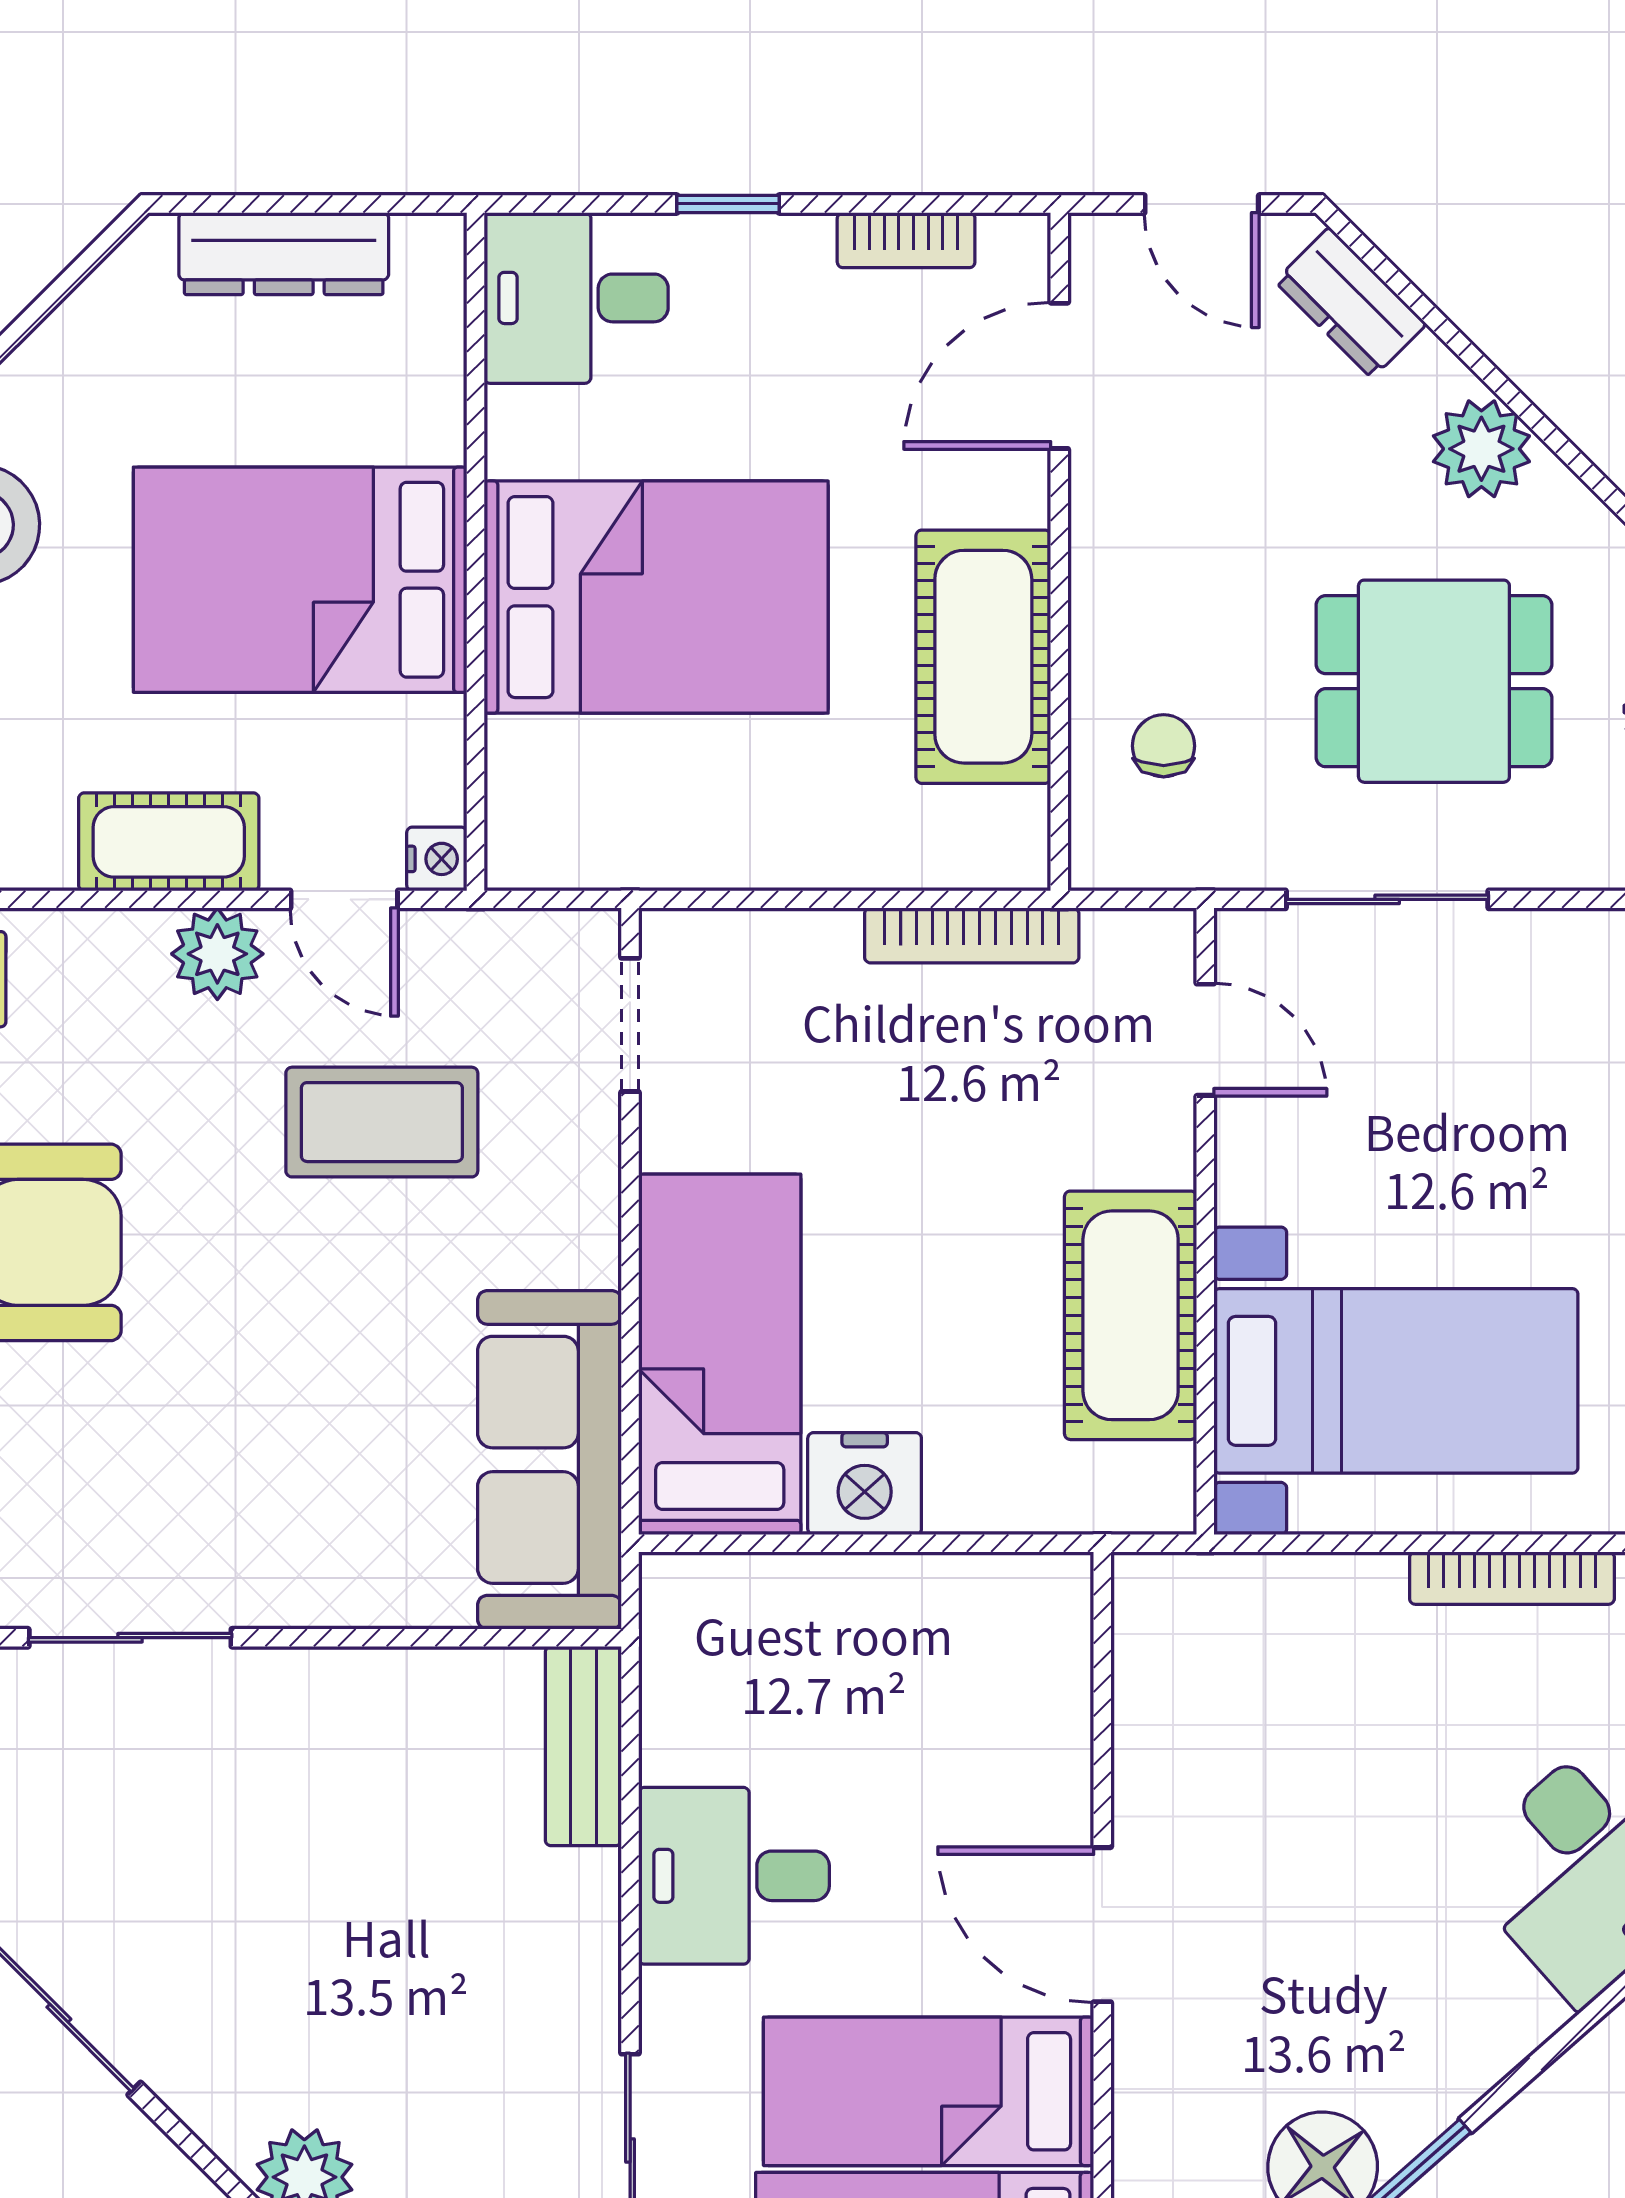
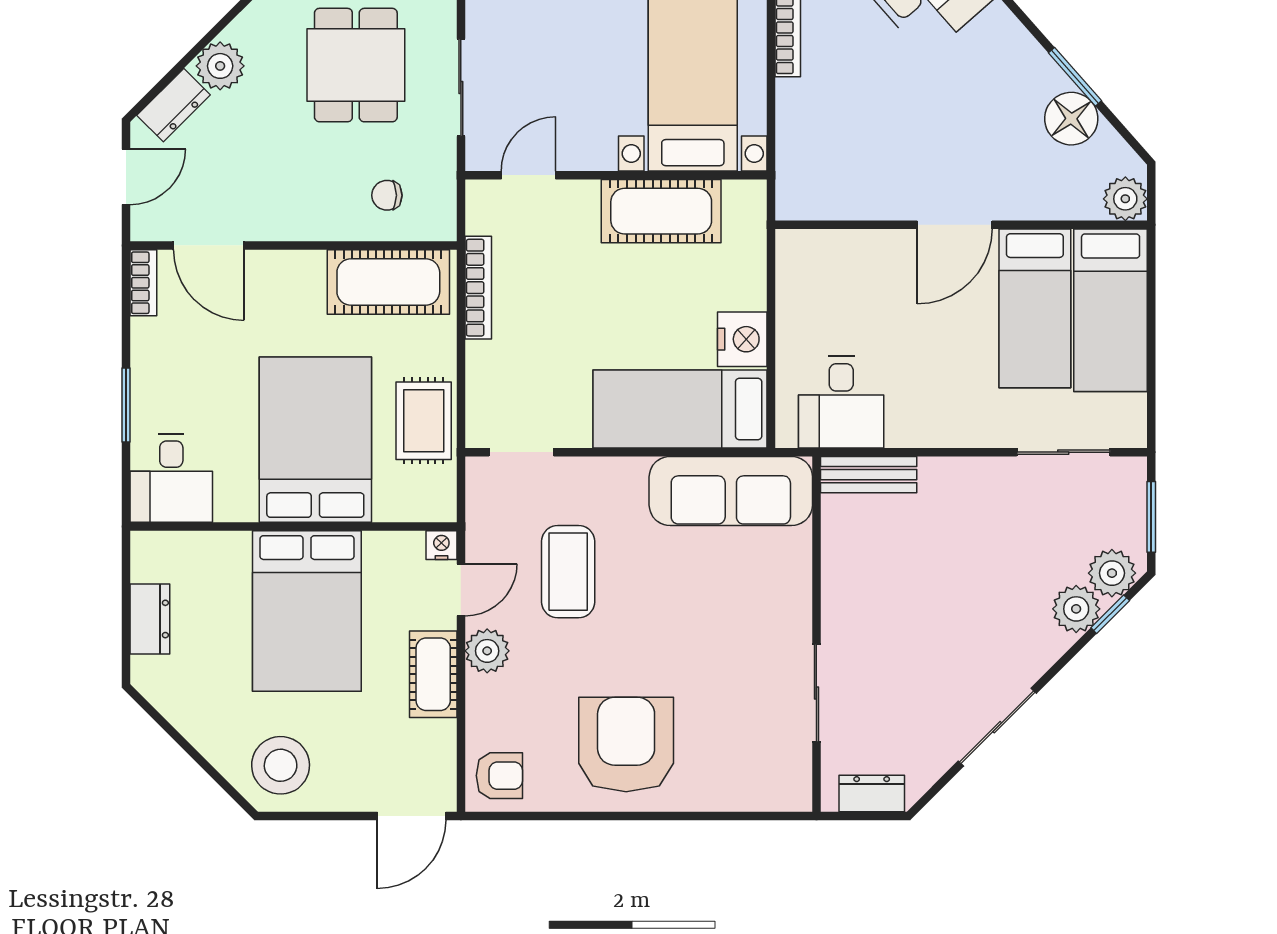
window: (728, 204) -> (126, 405), width x1.50
bookcase: (906, 240) -> (143, 283), moved
dresser: (284, 254) -> (150, 619), width x0.70
plant: (1481, 449) -> (220, 66), moved
cot: (983, 657) -> (388, 282), moved
rug: (695, 822) -> (424, 421), added
desk: (734, 1876) -> (841, 402), moved

